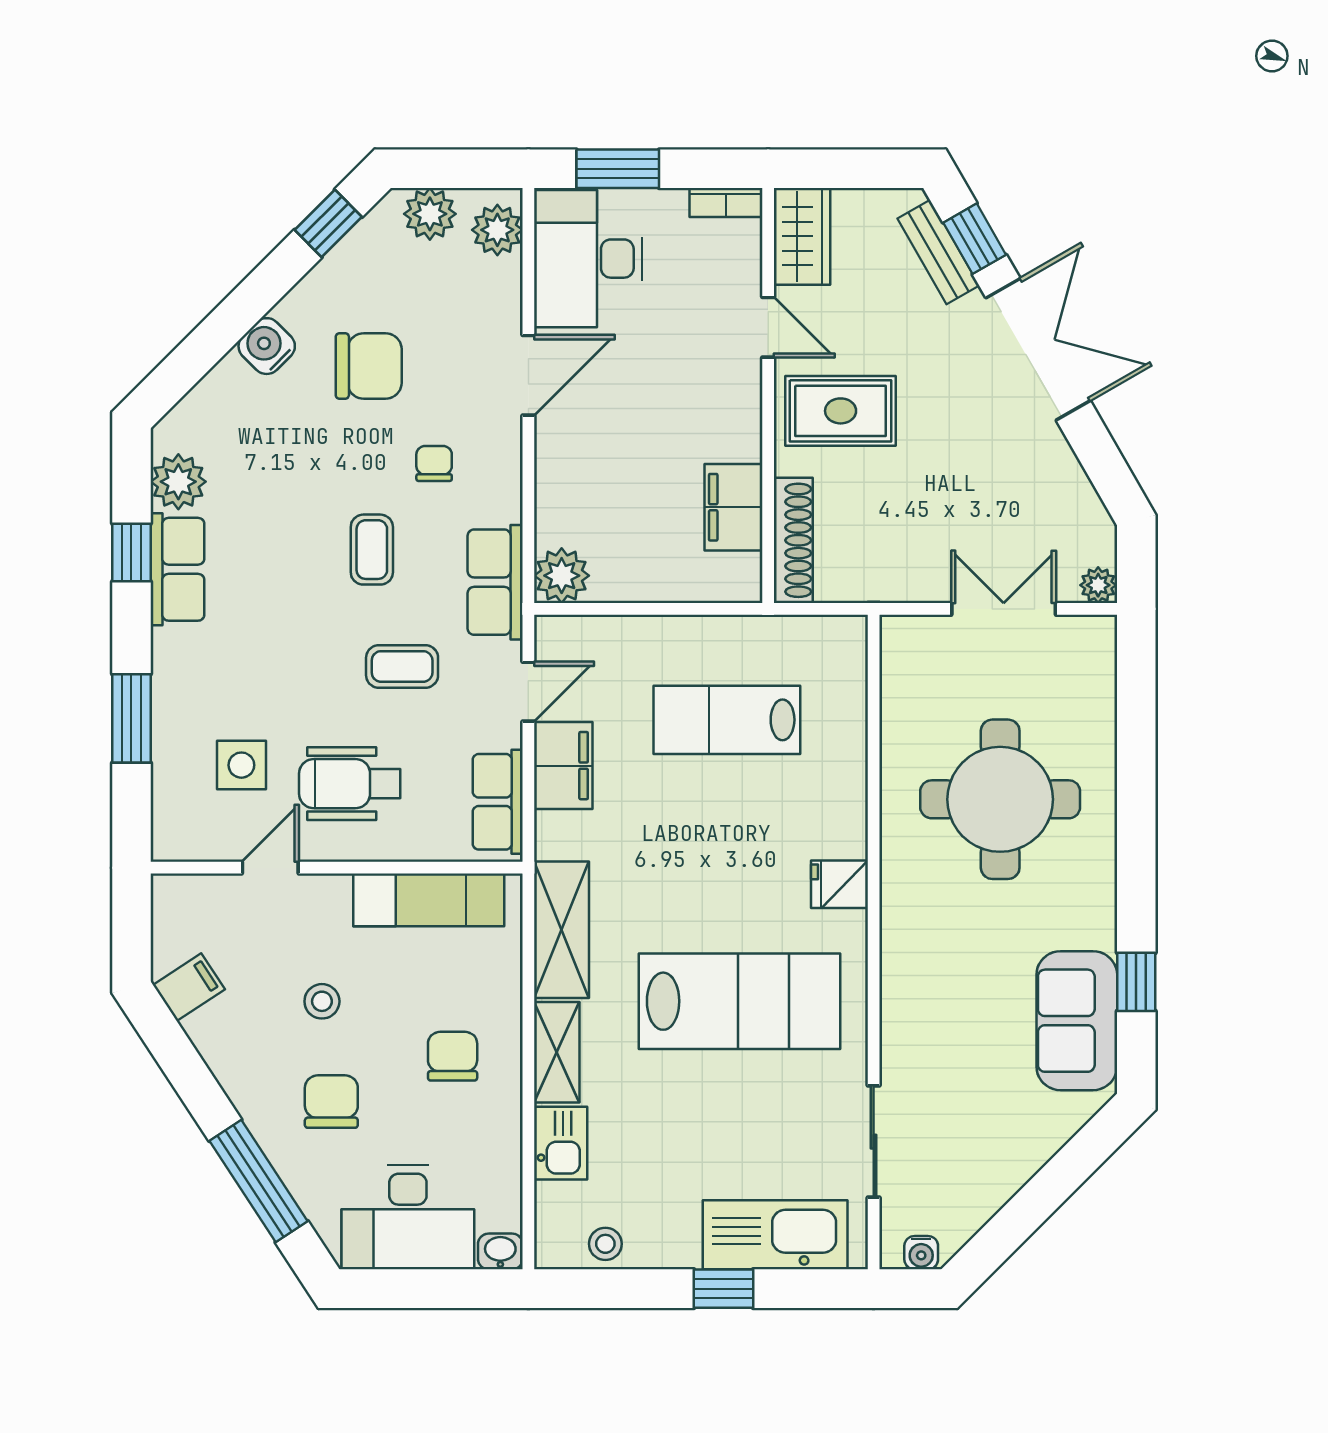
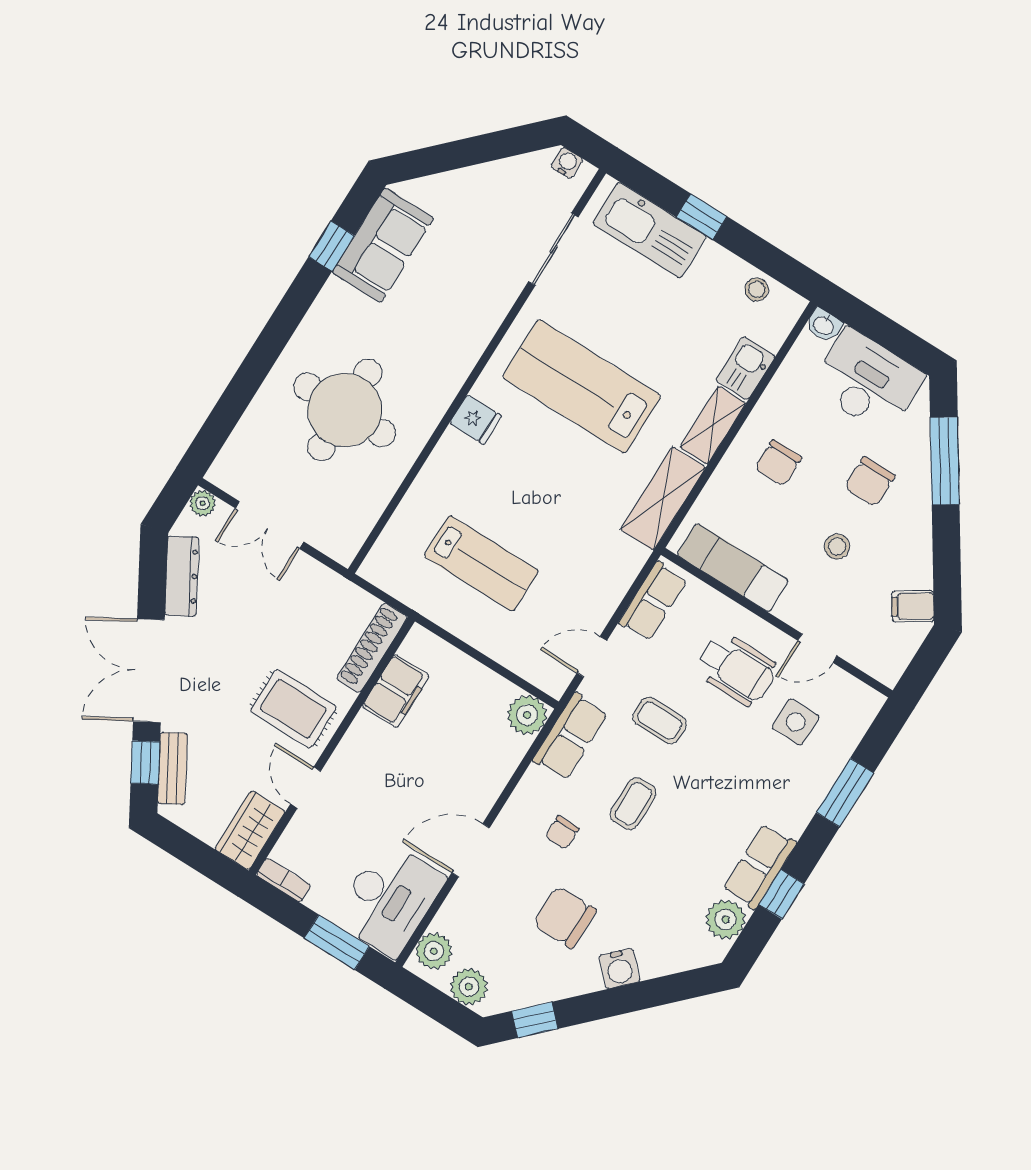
dresser: (1069, 485) -> (182, 576), added
filing cabinet: (563, 766) -> (599, 598), removed

